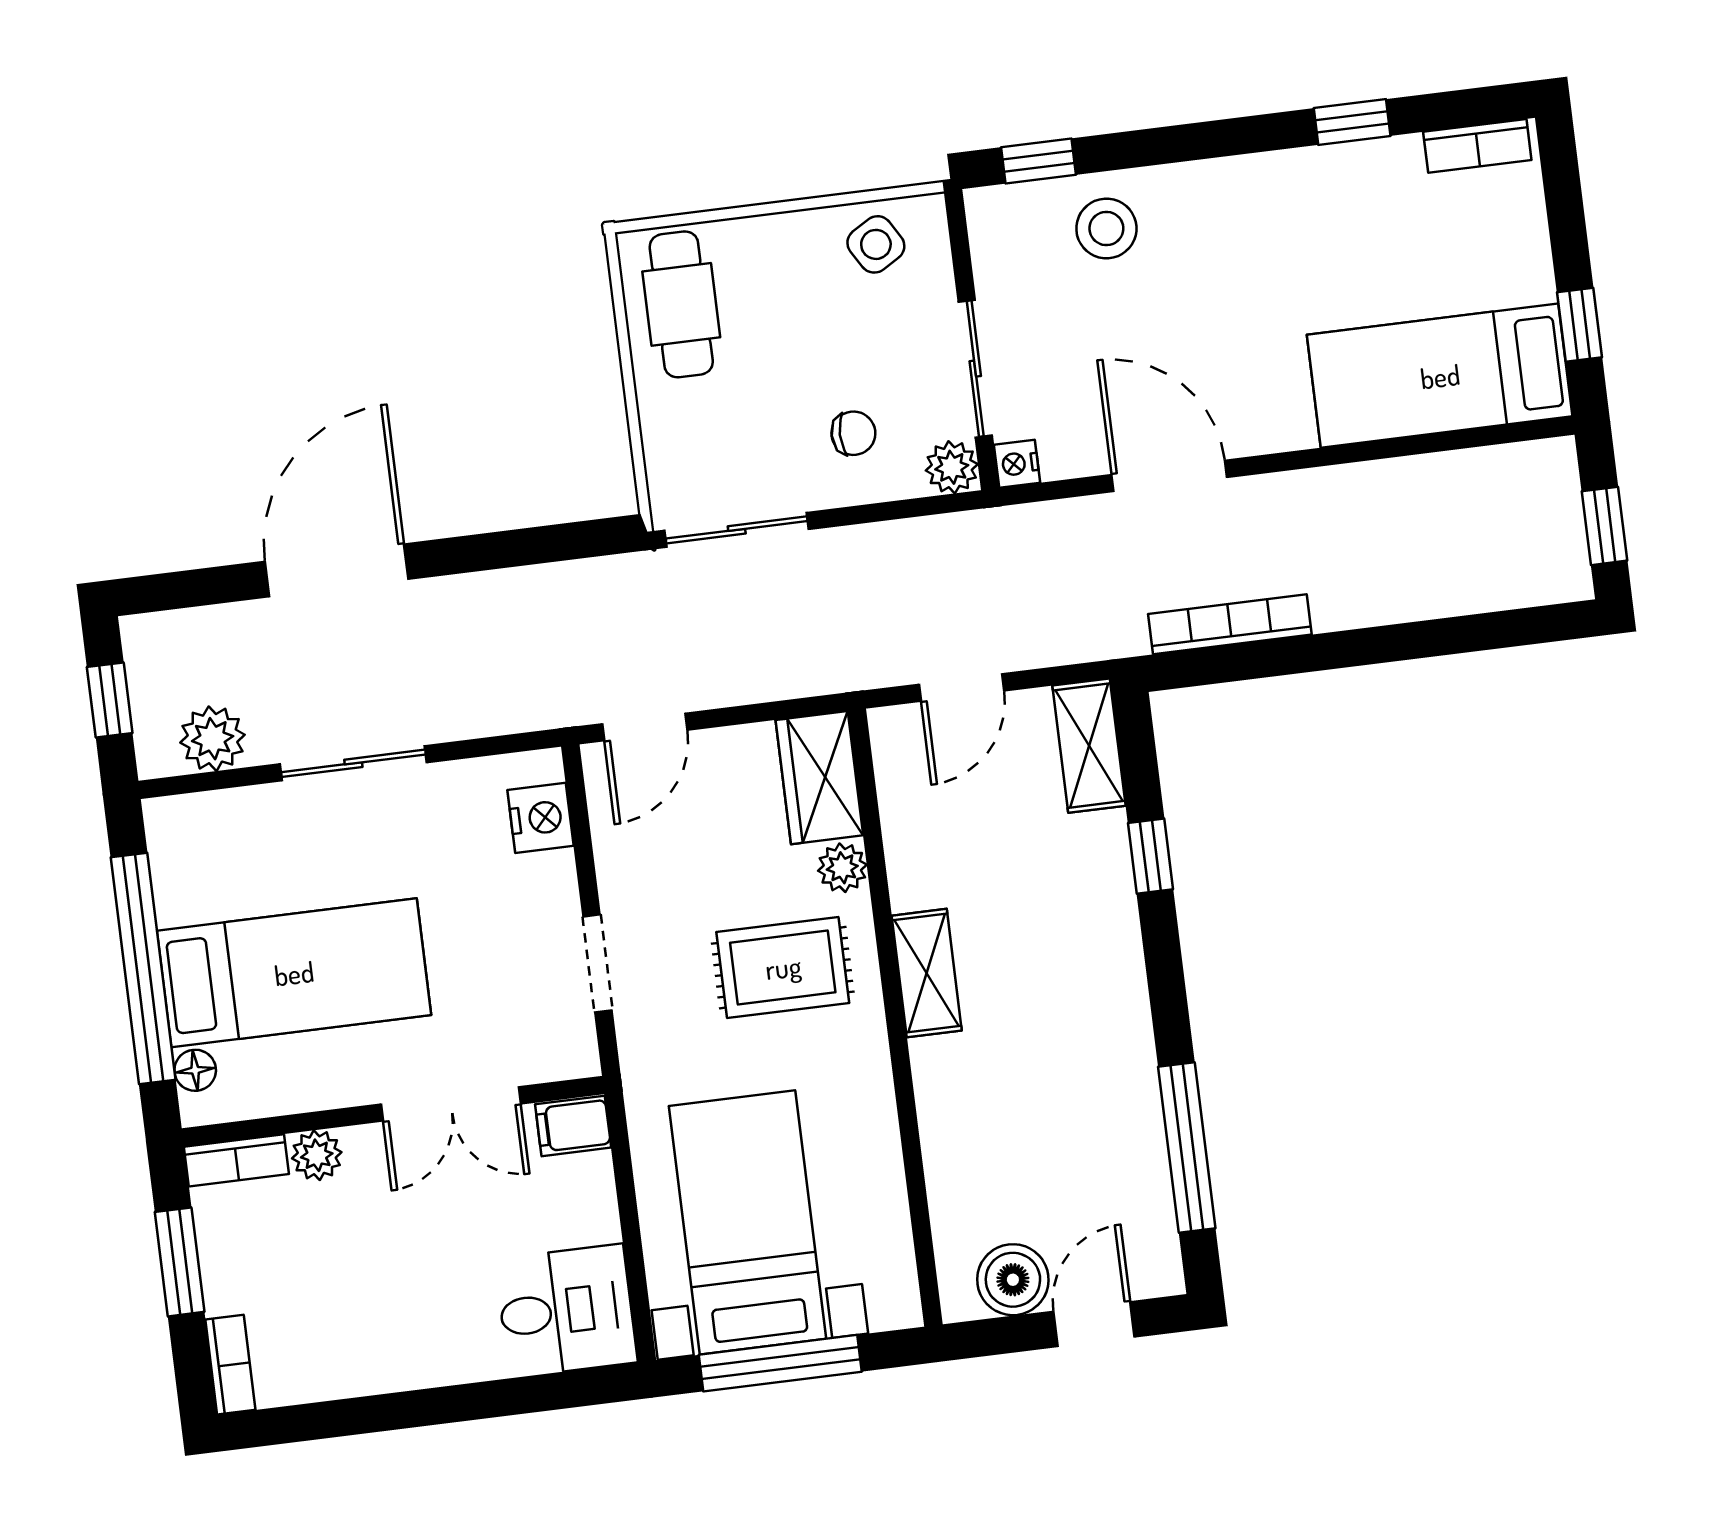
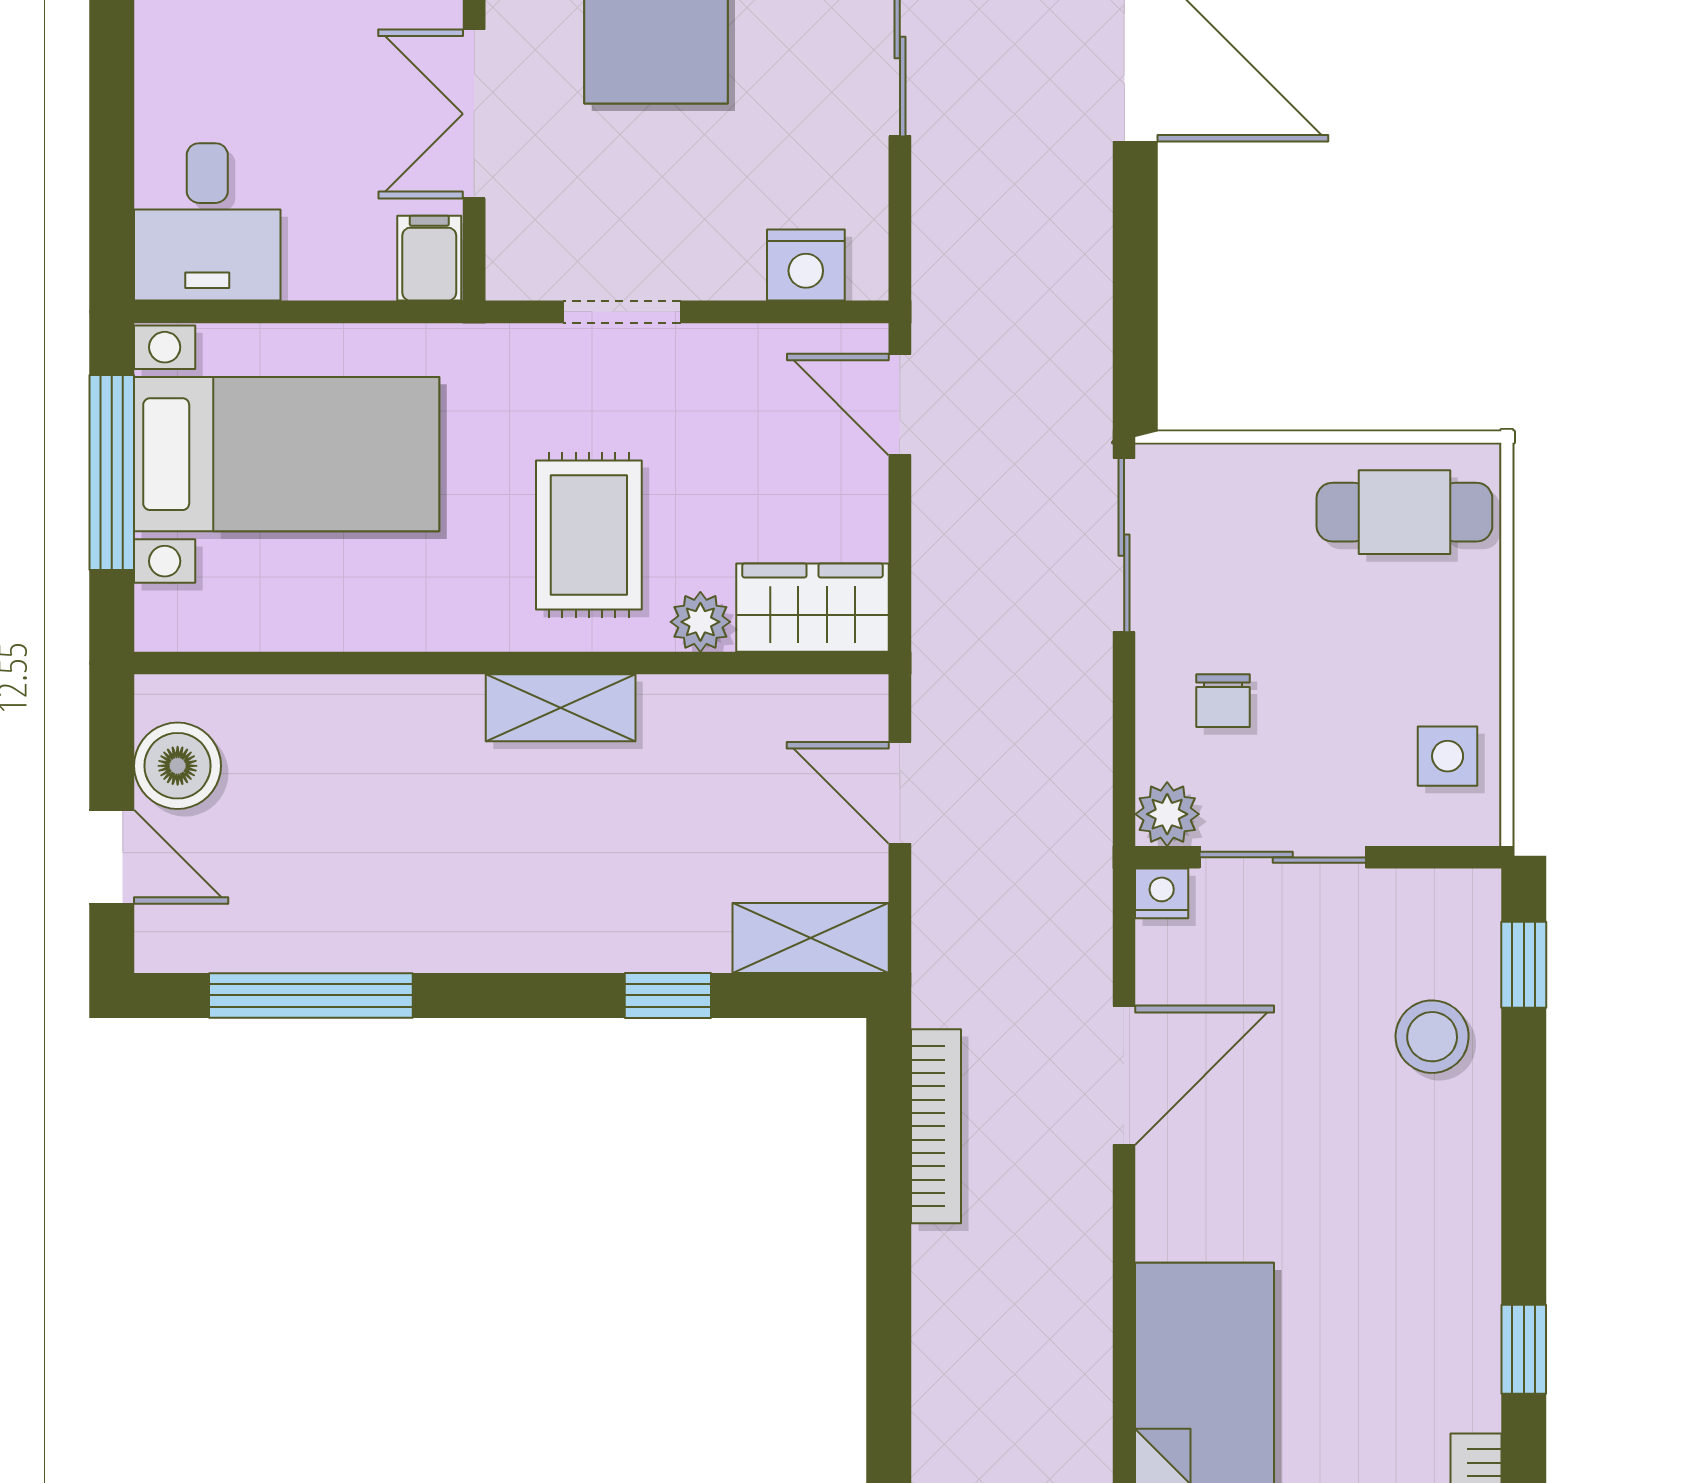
side table: (876, 244) -> (1448, 756), turned 31

